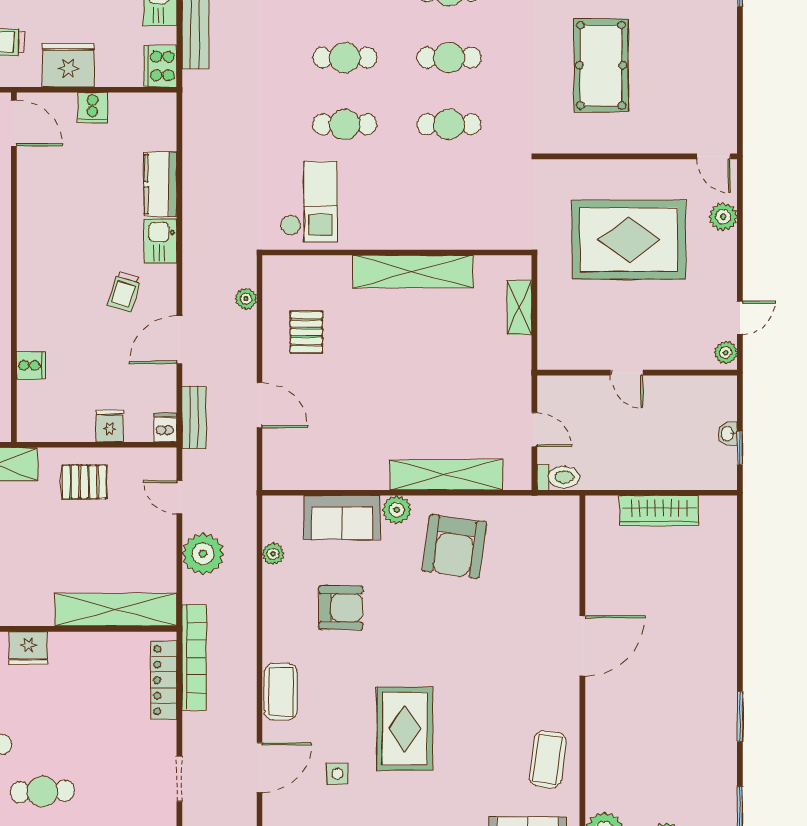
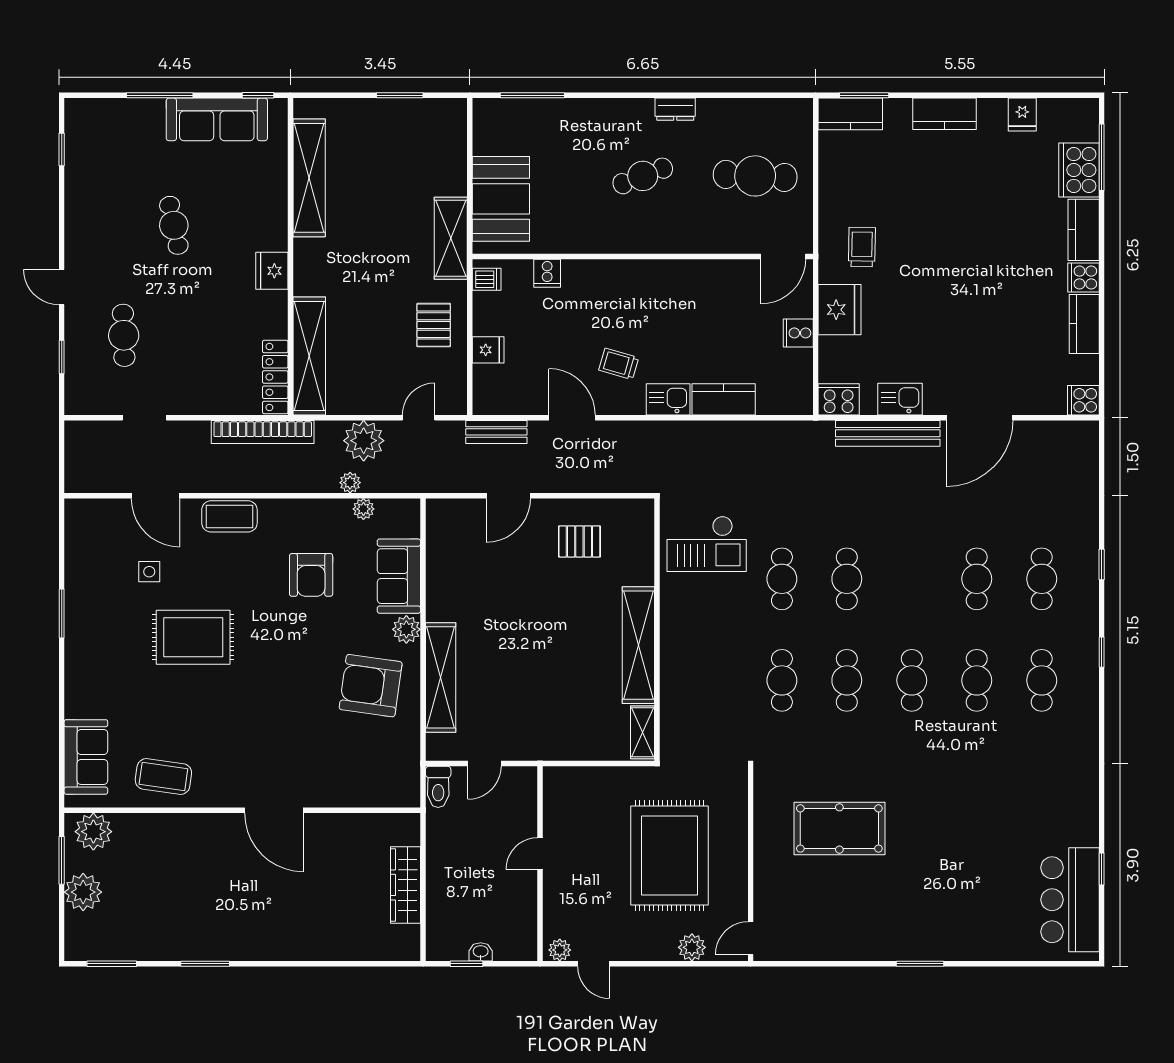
plant: (246, 299) -> (350, 483), moved
shelving: (519, 307) -> (642, 732), moved, turned 90
dishwasher: (165, 427) -> (487, 279), moved
locker: (164, 680) -> (275, 377), moved, turned -90
cafe table: (42, 791) -> (124, 335), moved

